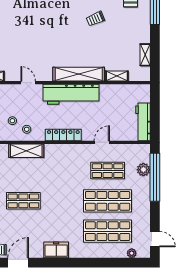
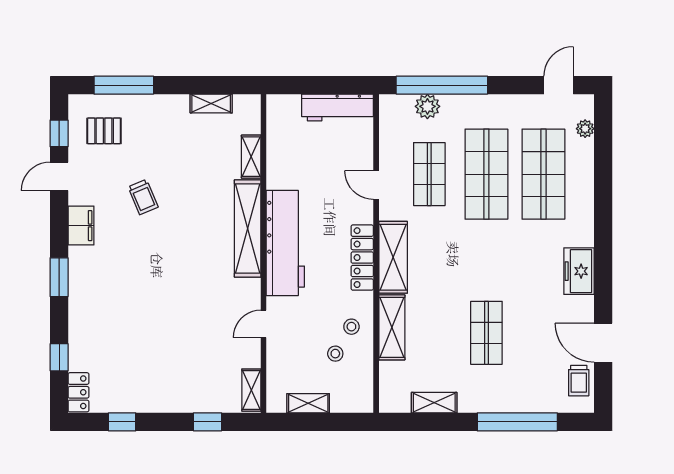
shelving: (63, 151) -> (393, 257), added

